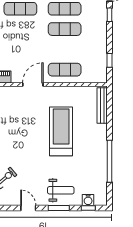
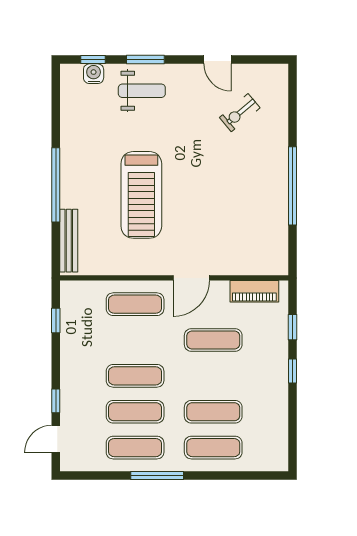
exercise mat: (20, 49) -> (213, 340), added
window: (109, 161) -> (56, 185), moved
weight bench: (61, 190) -> (142, 91), turned 180
door: (28, 208) -> (217, 60), moved

